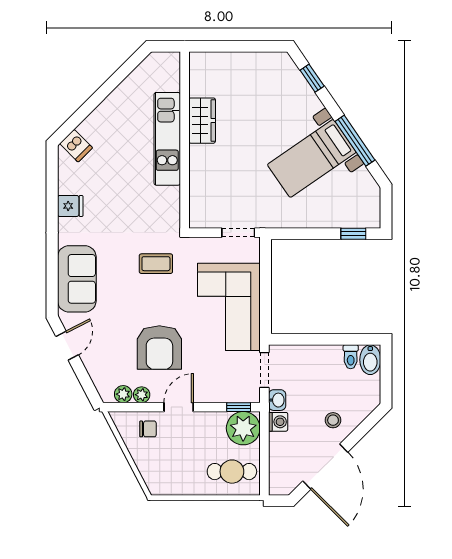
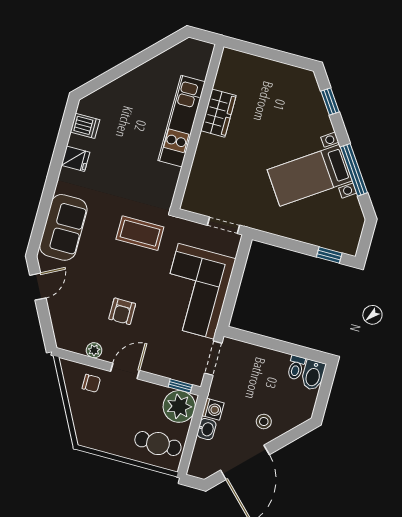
dishwasher: (76, 146) -> (85, 126), moved, turned -45
coffee table: (156, 264) -> (140, 233), width x1.36, depth x1.30
armchair: (159, 348) -> (122, 311), width x0.53, depth x0.53
plant: (123, 394) -> (77, 345), removed
washbasin: (277, 400) -> (207, 429), moved

